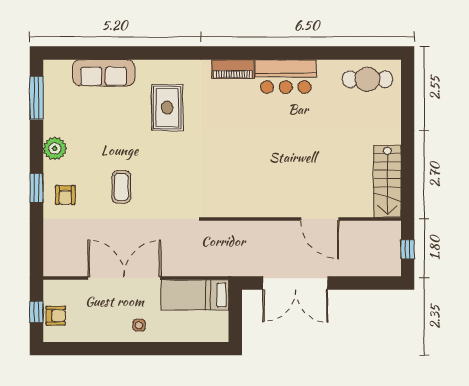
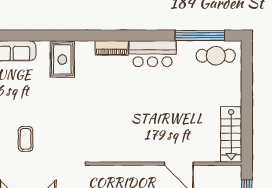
window: (347, 53) -> (200, 35), added
rug: (167, 108) -> (62, 59), moved

